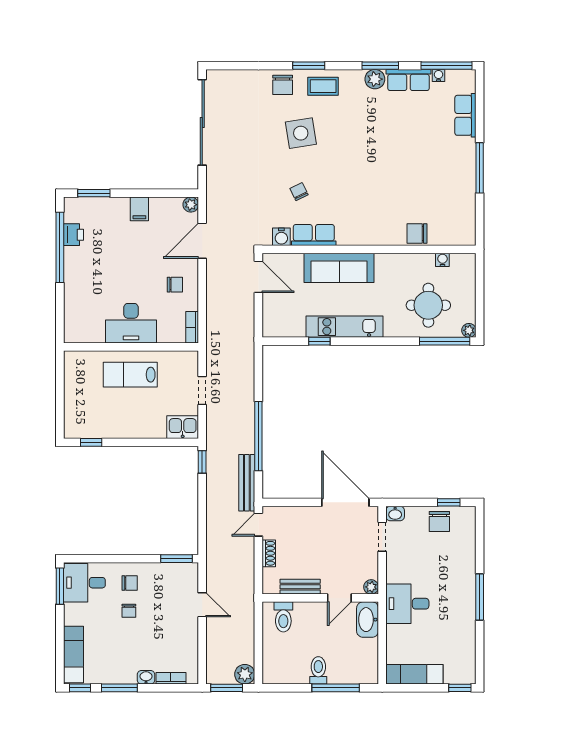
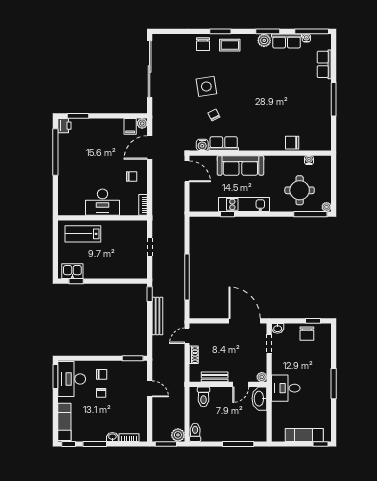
side table: (301, 133) -> (206, 86), moved
filing cabinet: (139, 209) -> (130, 126), moved
printer: (73, 235) -> (64, 126), moved
lab bench: (130, 375) -> (83, 234), moved
kitchen sink: (183, 427) -> (72, 271), moved
bench: (247, 483) -> (157, 316), moved
desk: (84, 583) -> (72, 379), width x1.37
toilet: (318, 670) -> (195, 432), moved
exam couch: (414, 674) -> (304, 435), moved

